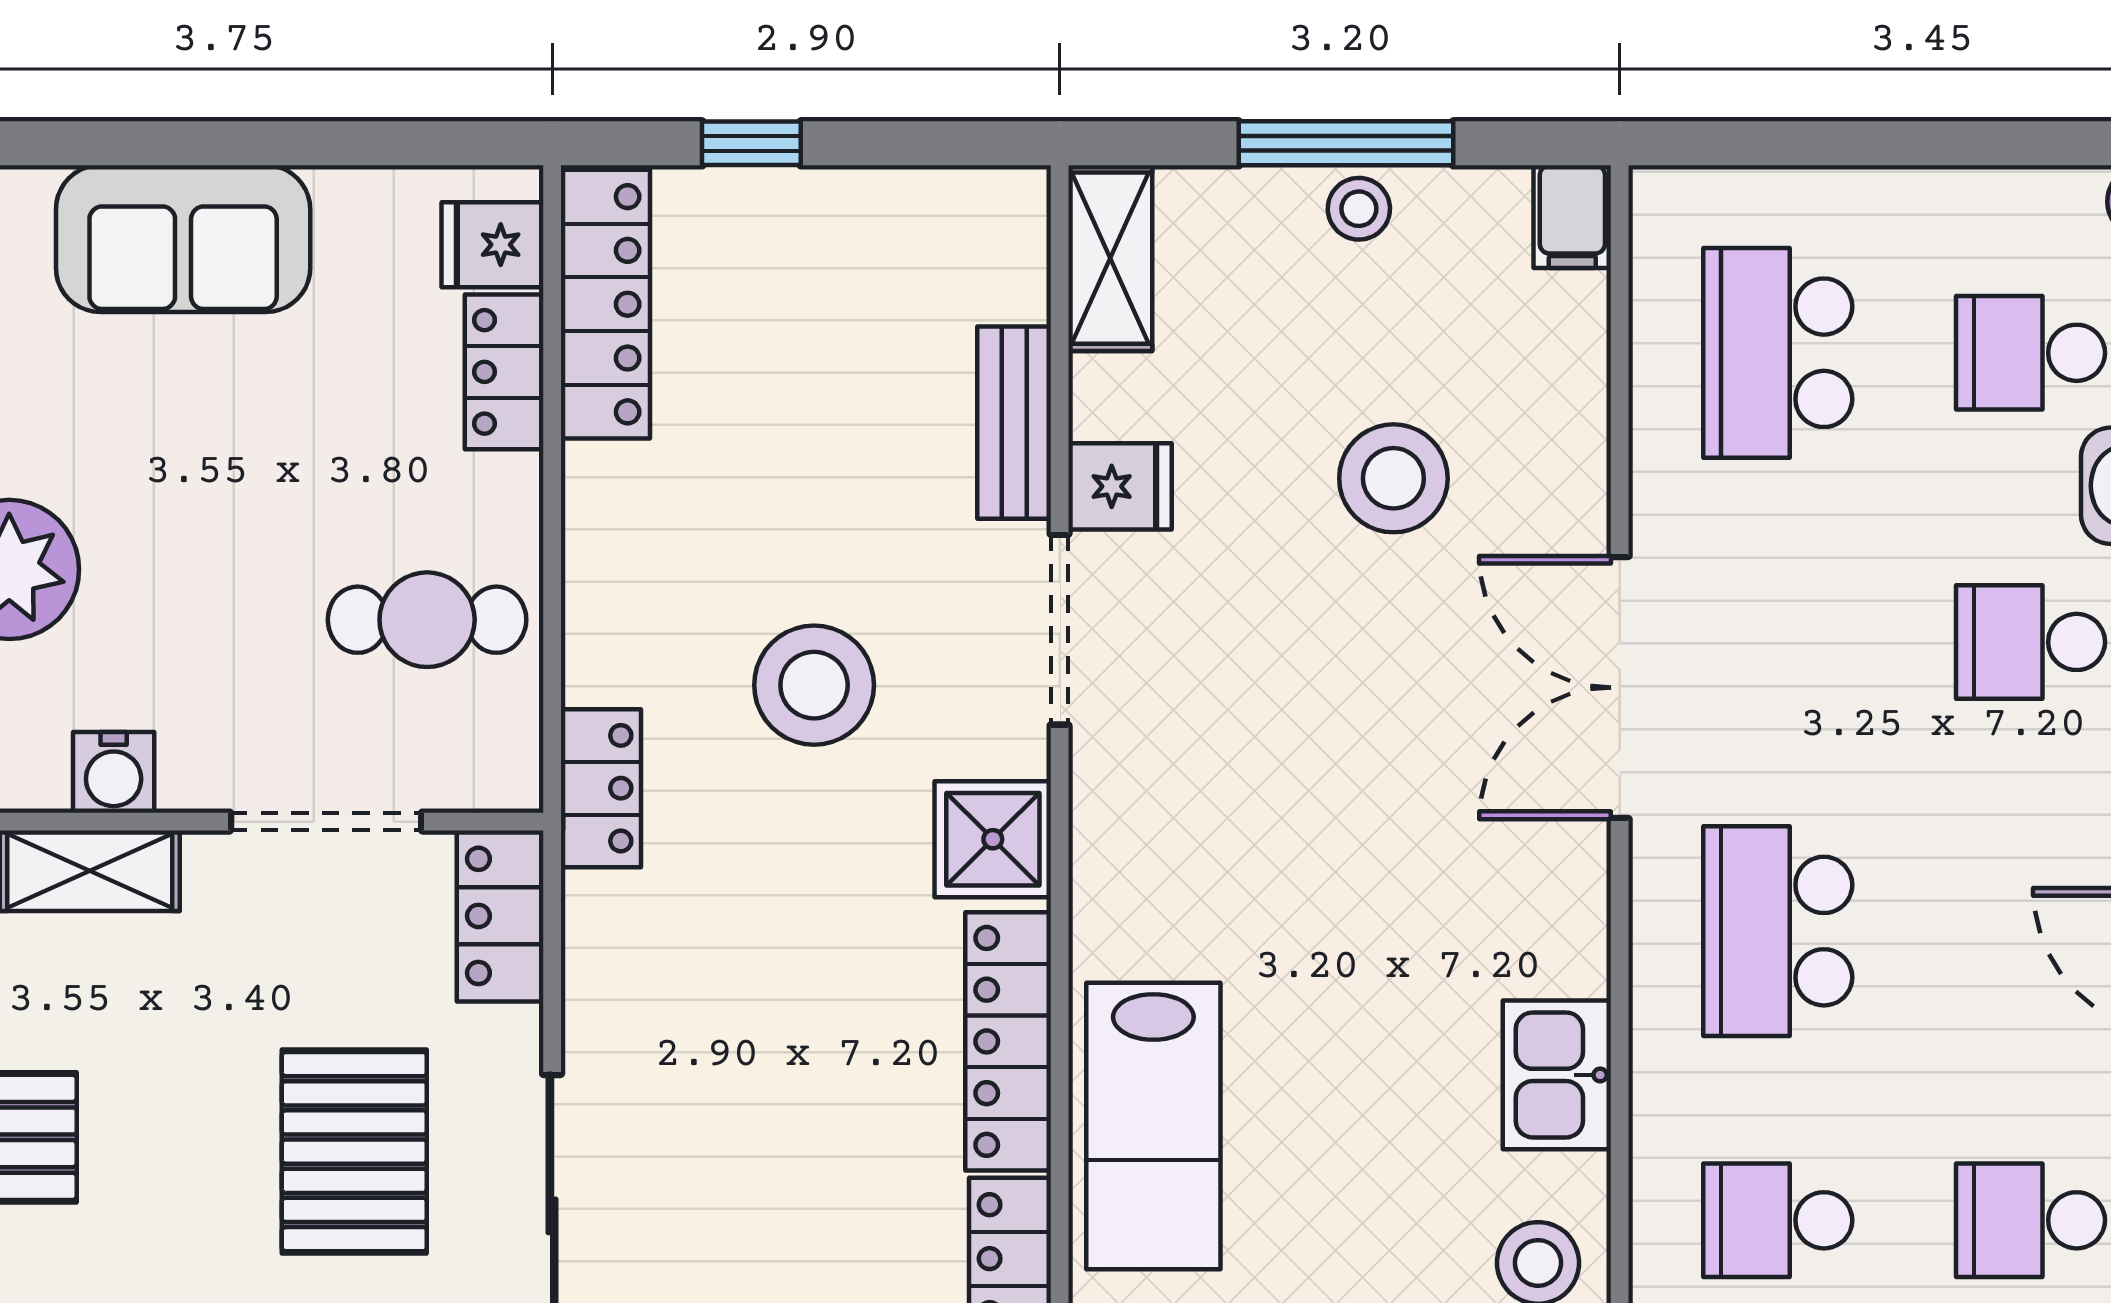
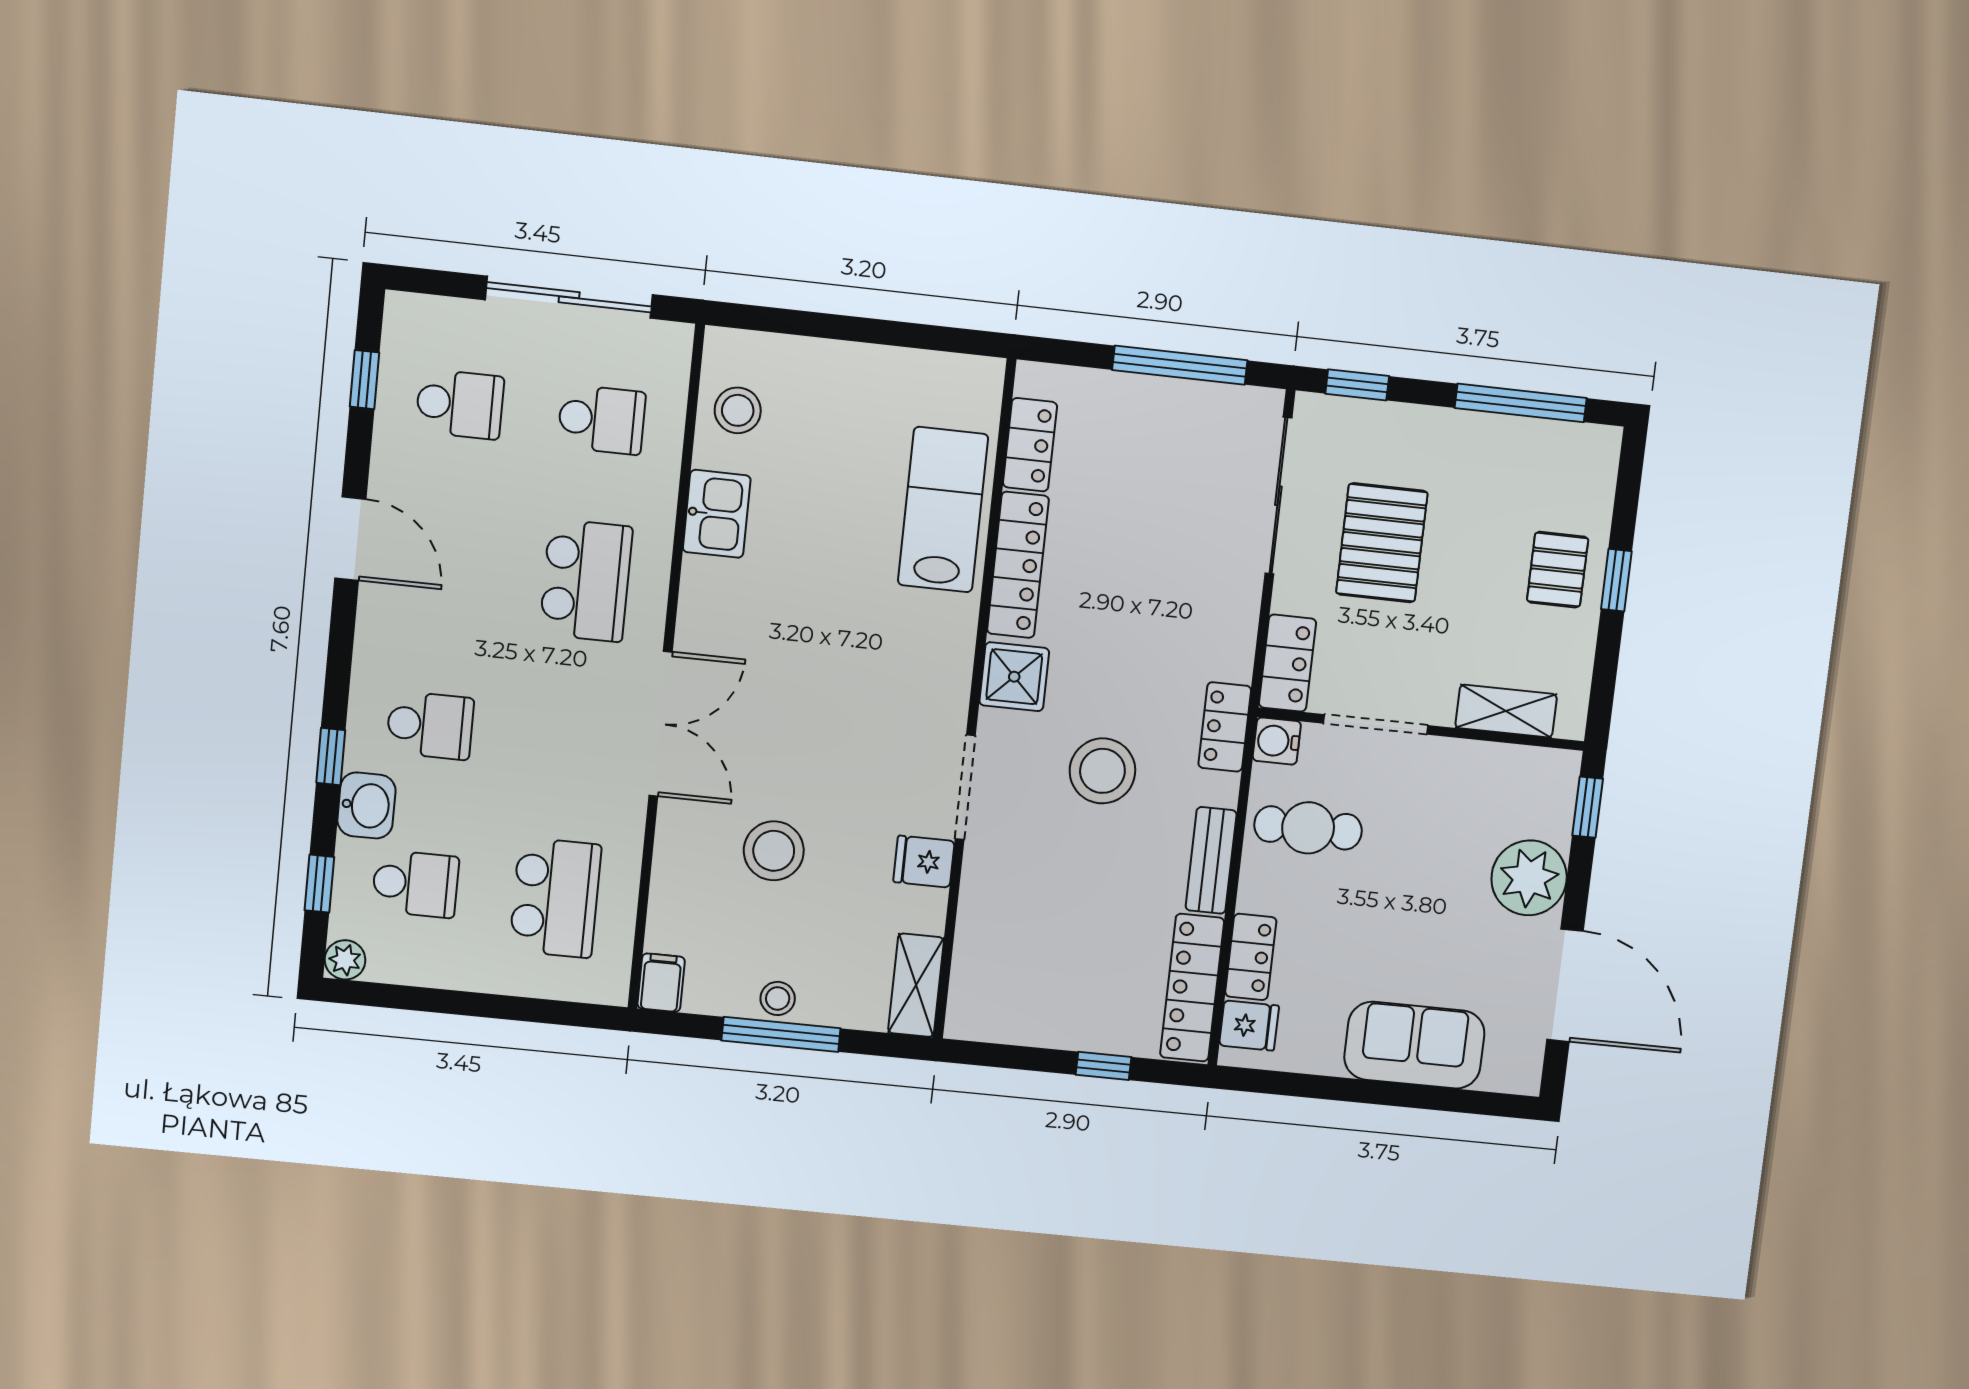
bench: (1014, 423) -> (1211, 860), moved
water cooler: (114, 772) -> (1277, 741), moved, turned -90

